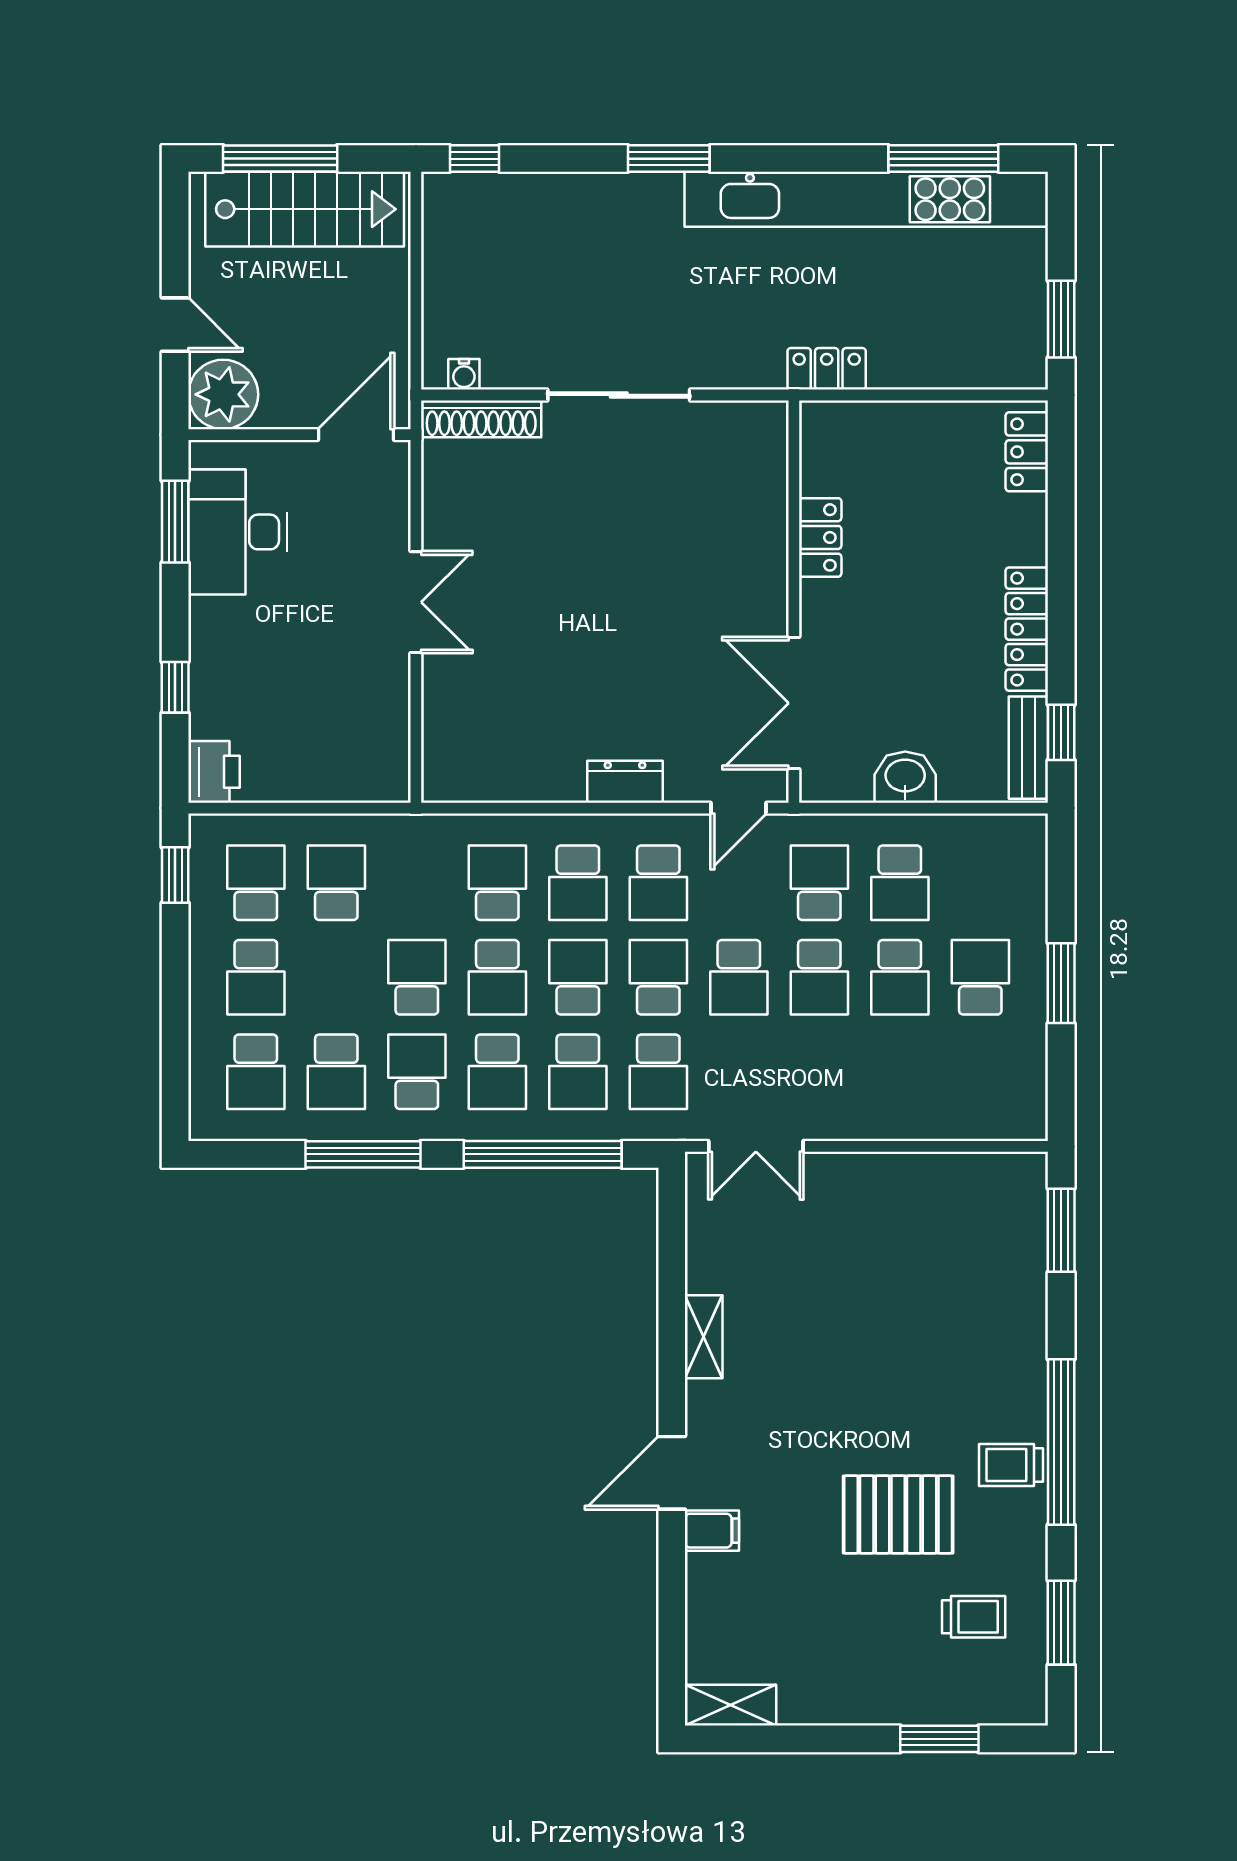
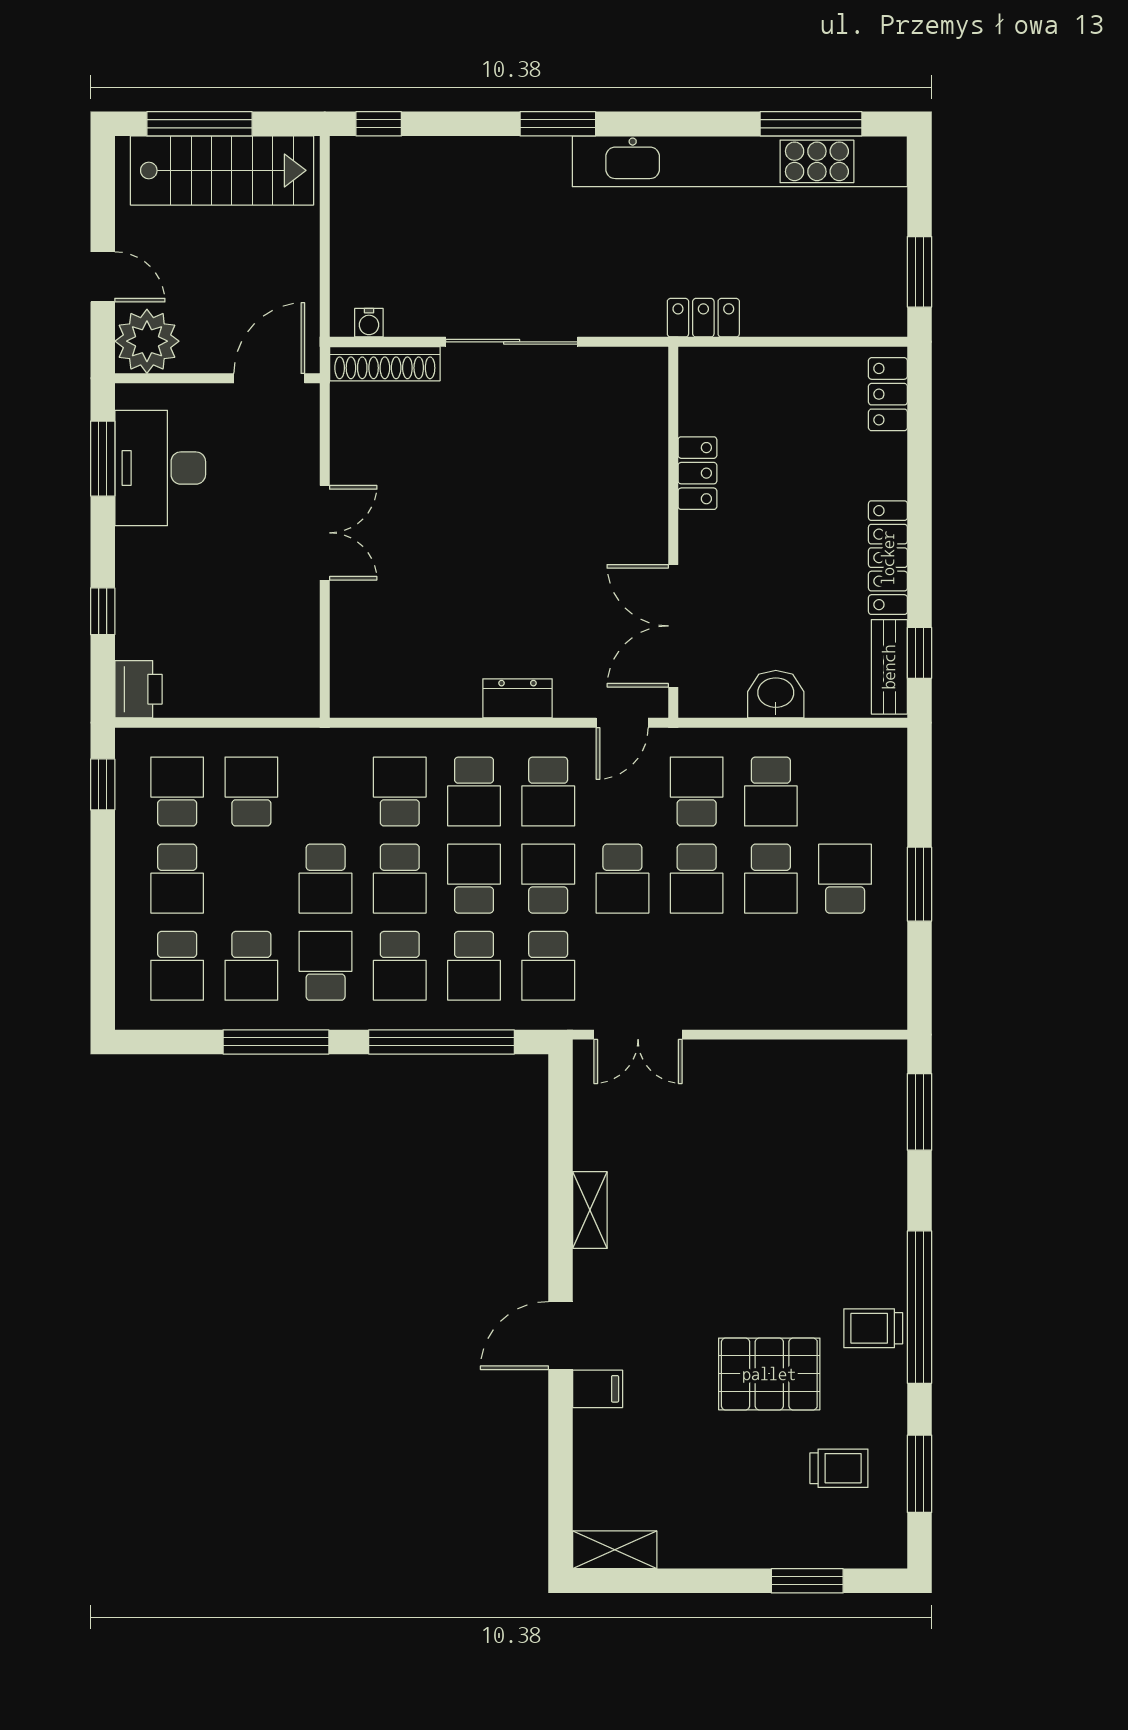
school desk: (417, 977) -> (326, 879), turned 180

